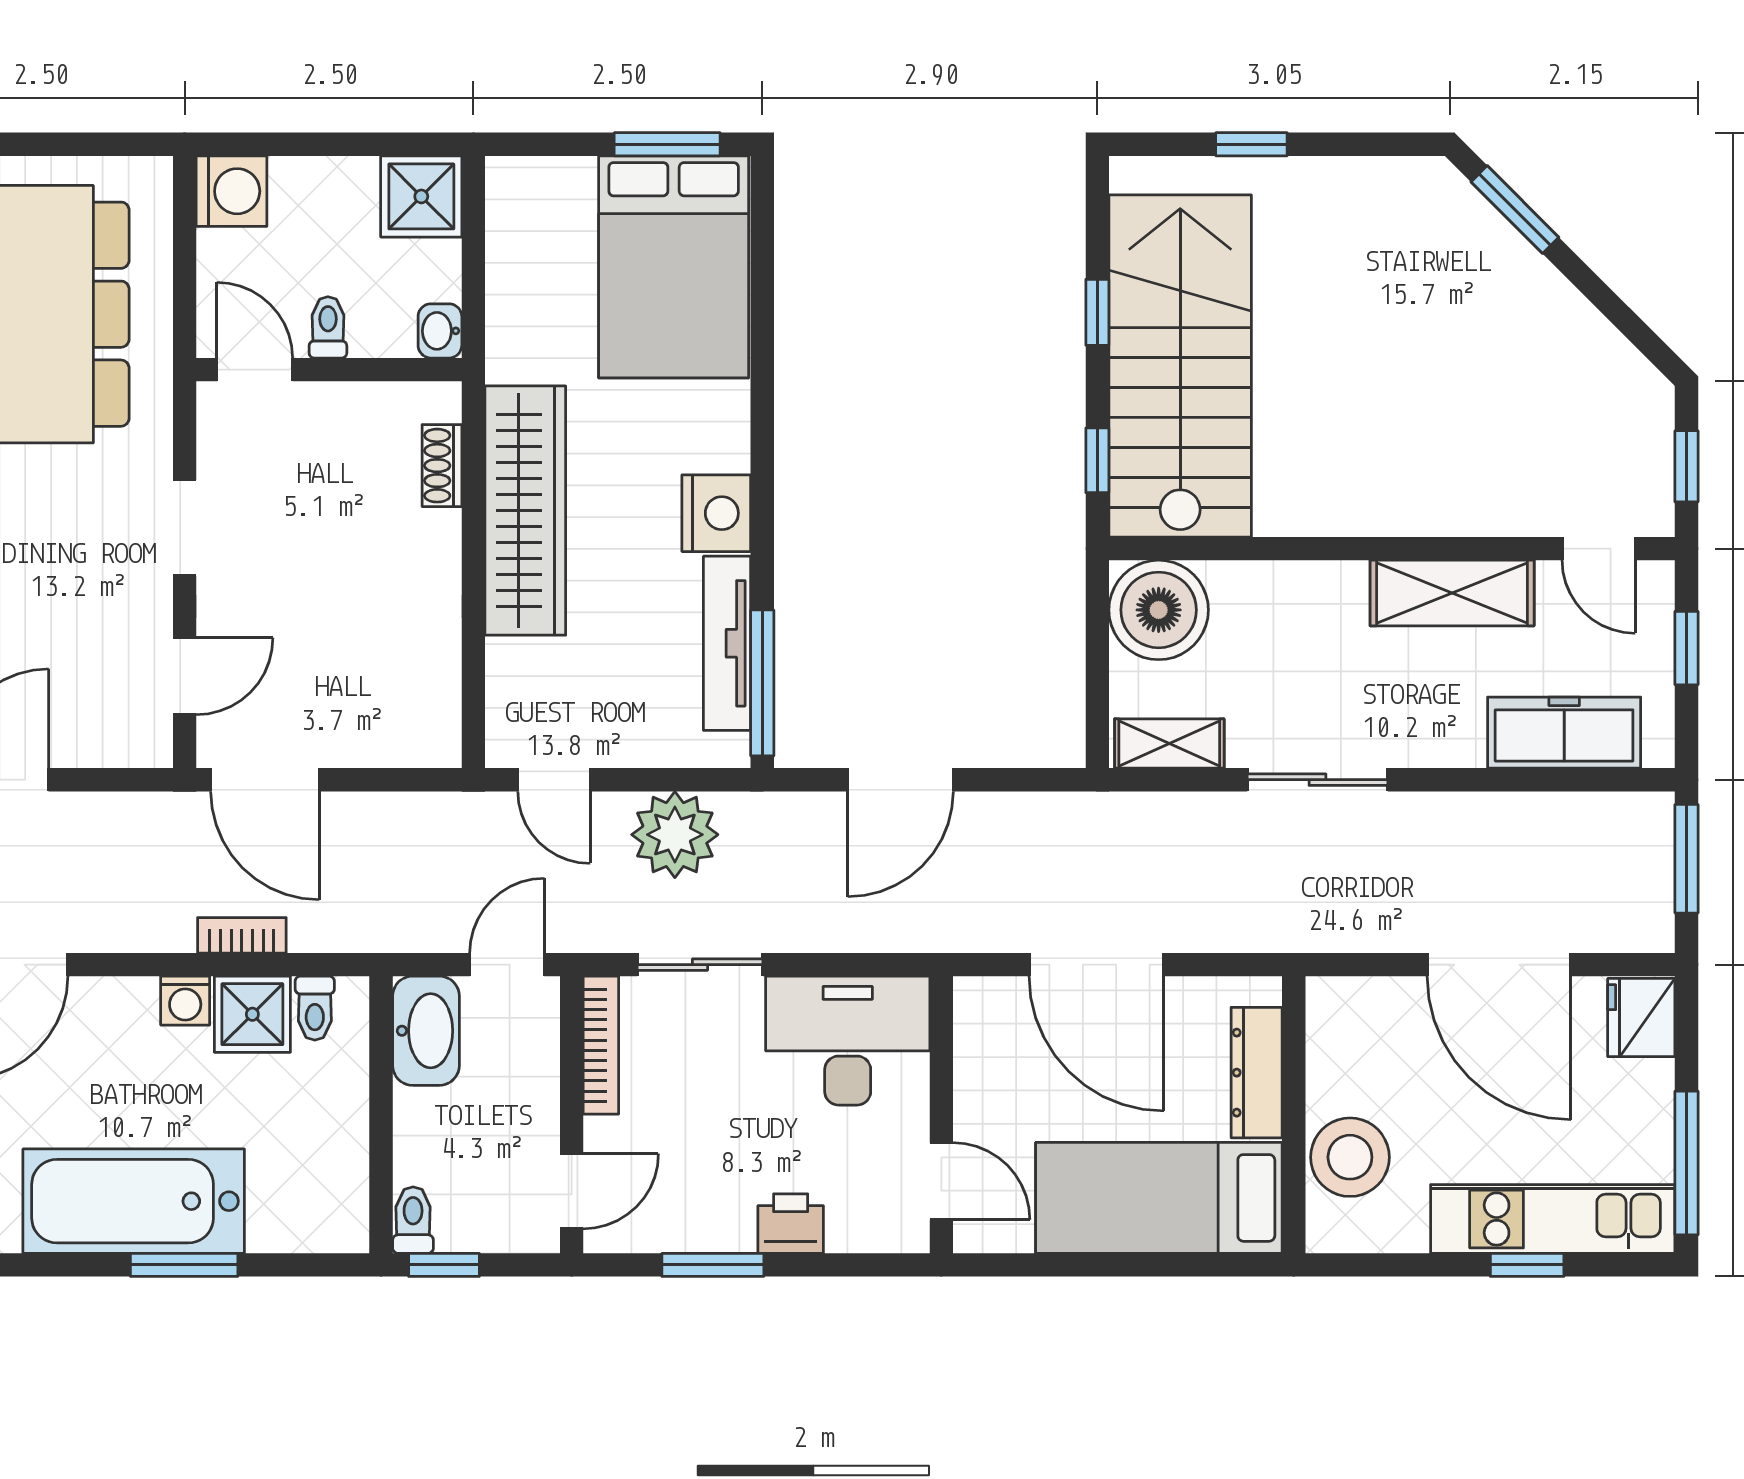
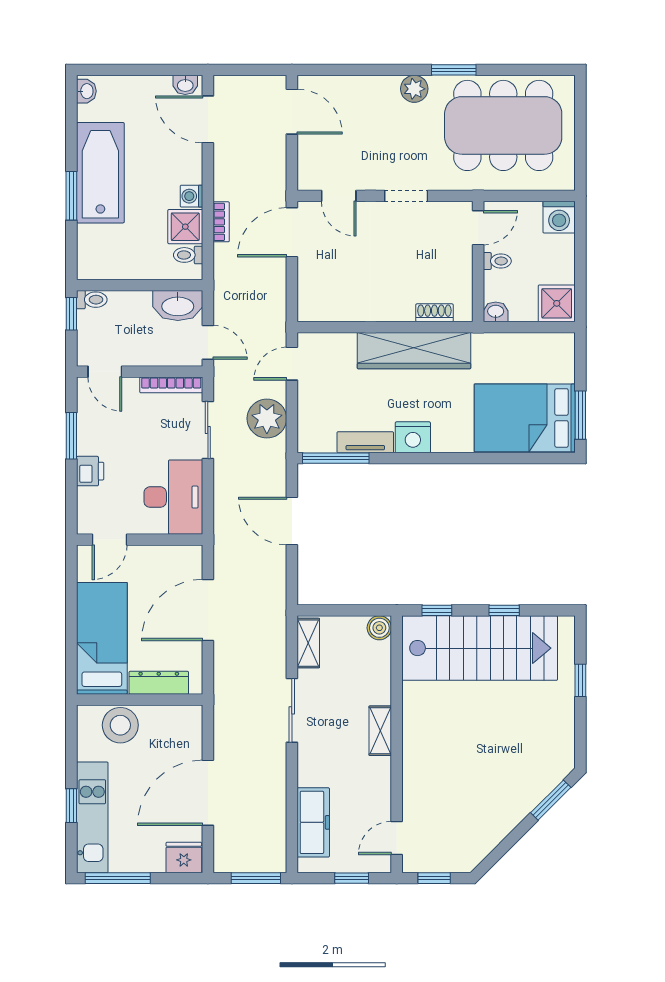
shelving: (1452, 593) -> (380, 731), moved, width x0.67, depth x0.75
boiler: (1159, 610) -> (379, 628), width x0.54, depth x0.54
tv unit: (727, 643) -> (365, 442), width x0.71

